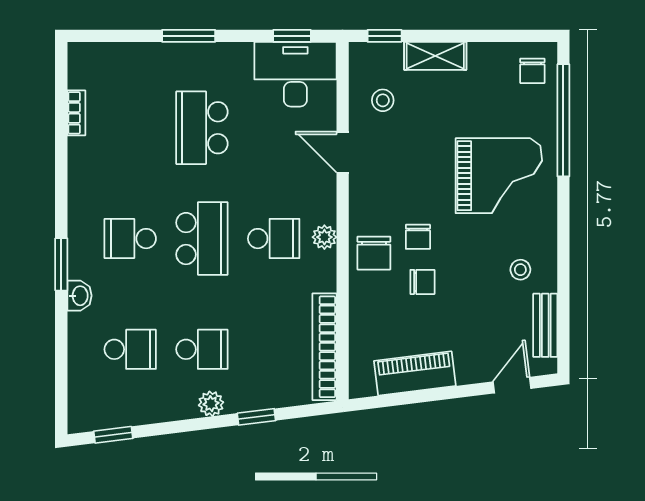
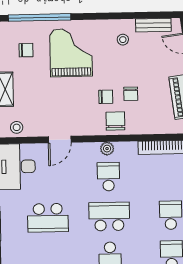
chair: (532, 71) -> (26, 50), moved
stool: (383, 100) -> (17, 127), moved
chair: (374, 253) -> (115, 121), turned -90
chair: (422, 282) -> (131, 94), turned 180

